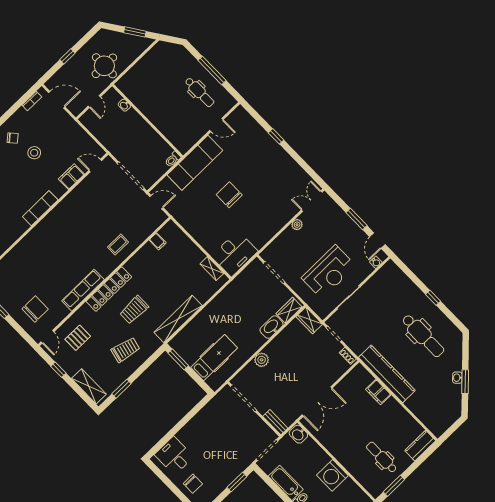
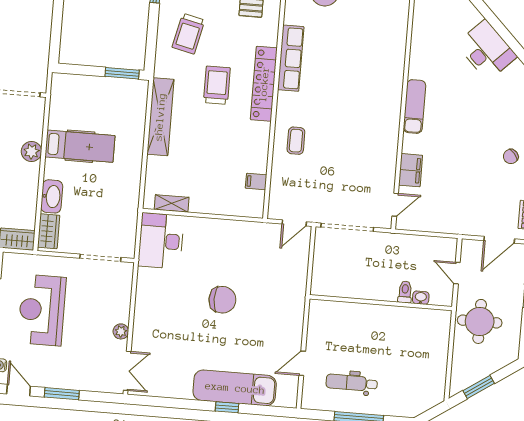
stool: (34, 153) -> (473, 161), removed
toilet: (173, 159) -> (405, 292), moved
exam couch: (195, 163) -> (235, 388), moved, turned 90
hospital bed: (214, 358) -> (80, 146), moved, turned -90

